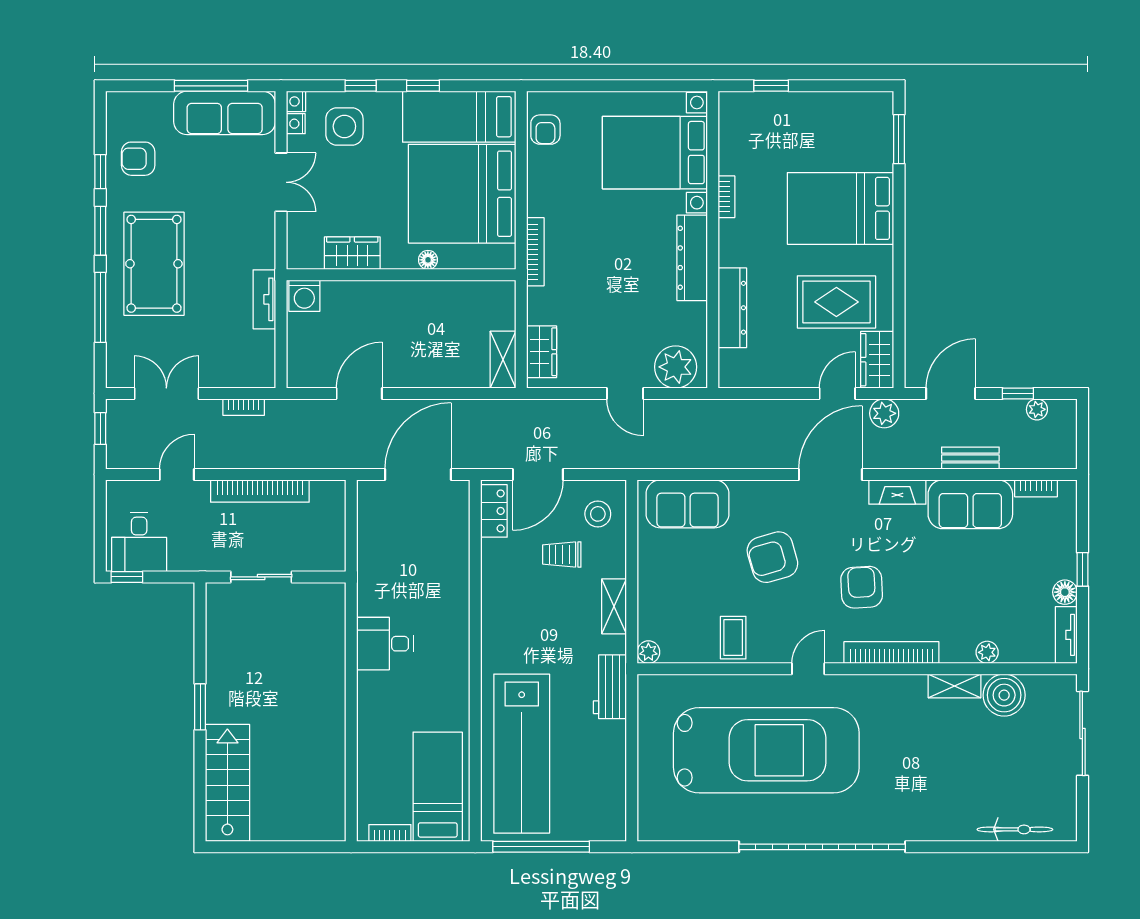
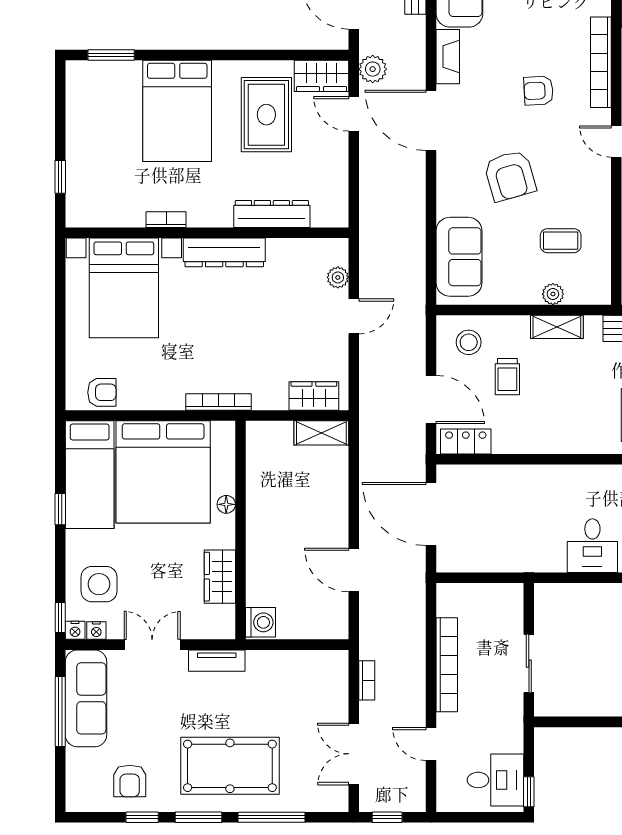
window: (361, 86) -> (60, 618), moved
tv unit: (264, 299) -> (217, 661), moved
plant: (676, 367) -> (338, 277), width x0.53, depth x0.53
armchair: (862, 587) -> (539, 91), width x0.72, depth x0.72
coffee table: (733, 638) -> (561, 241), moved
plant: (648, 652) -> (553, 294), moved

